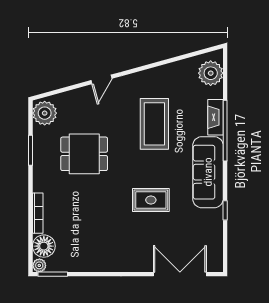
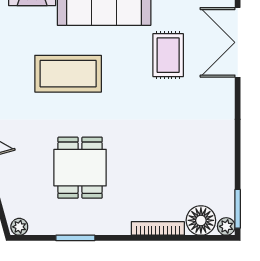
plant: (45, 113) -> (19, 227), width x0.53, depth x0.53
coffee table: (154, 124) -> (68, 74), moved
rug: (151, 200) -> (168, 55), moved

